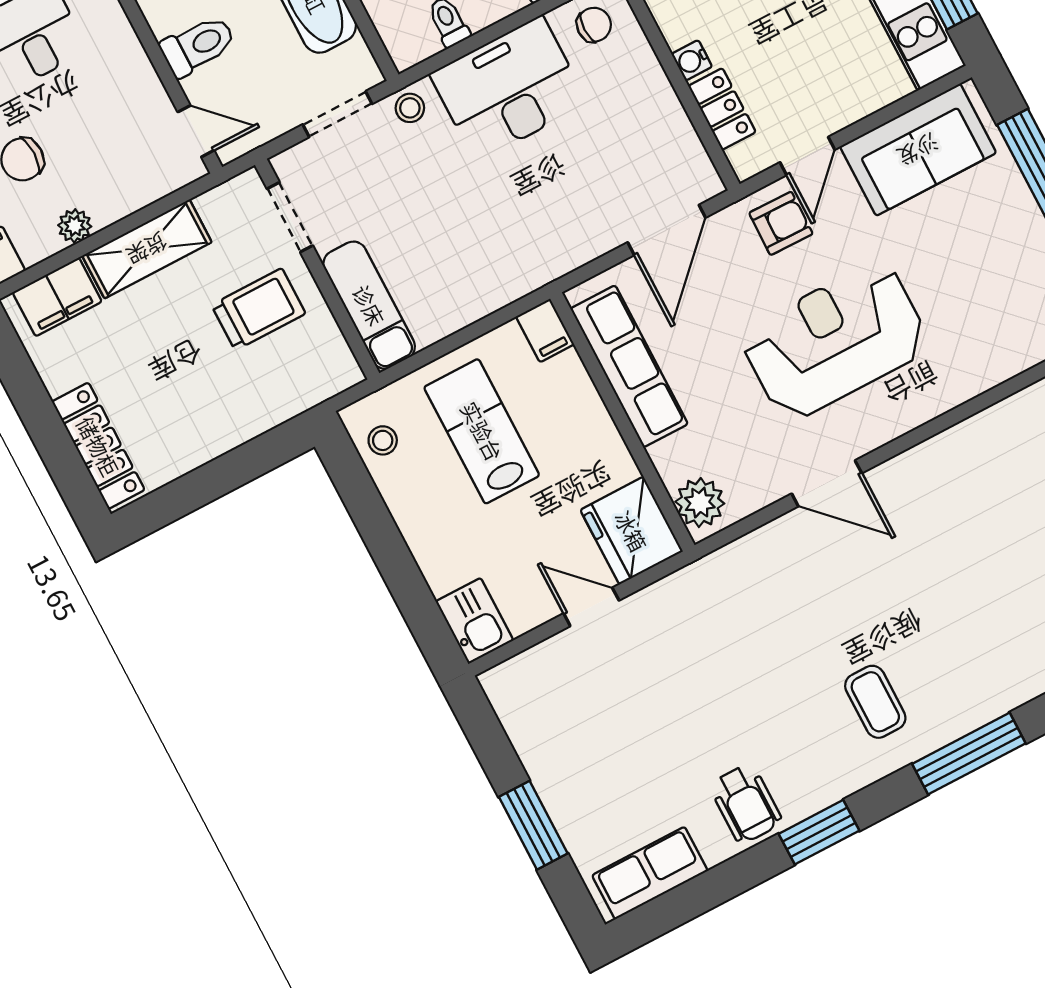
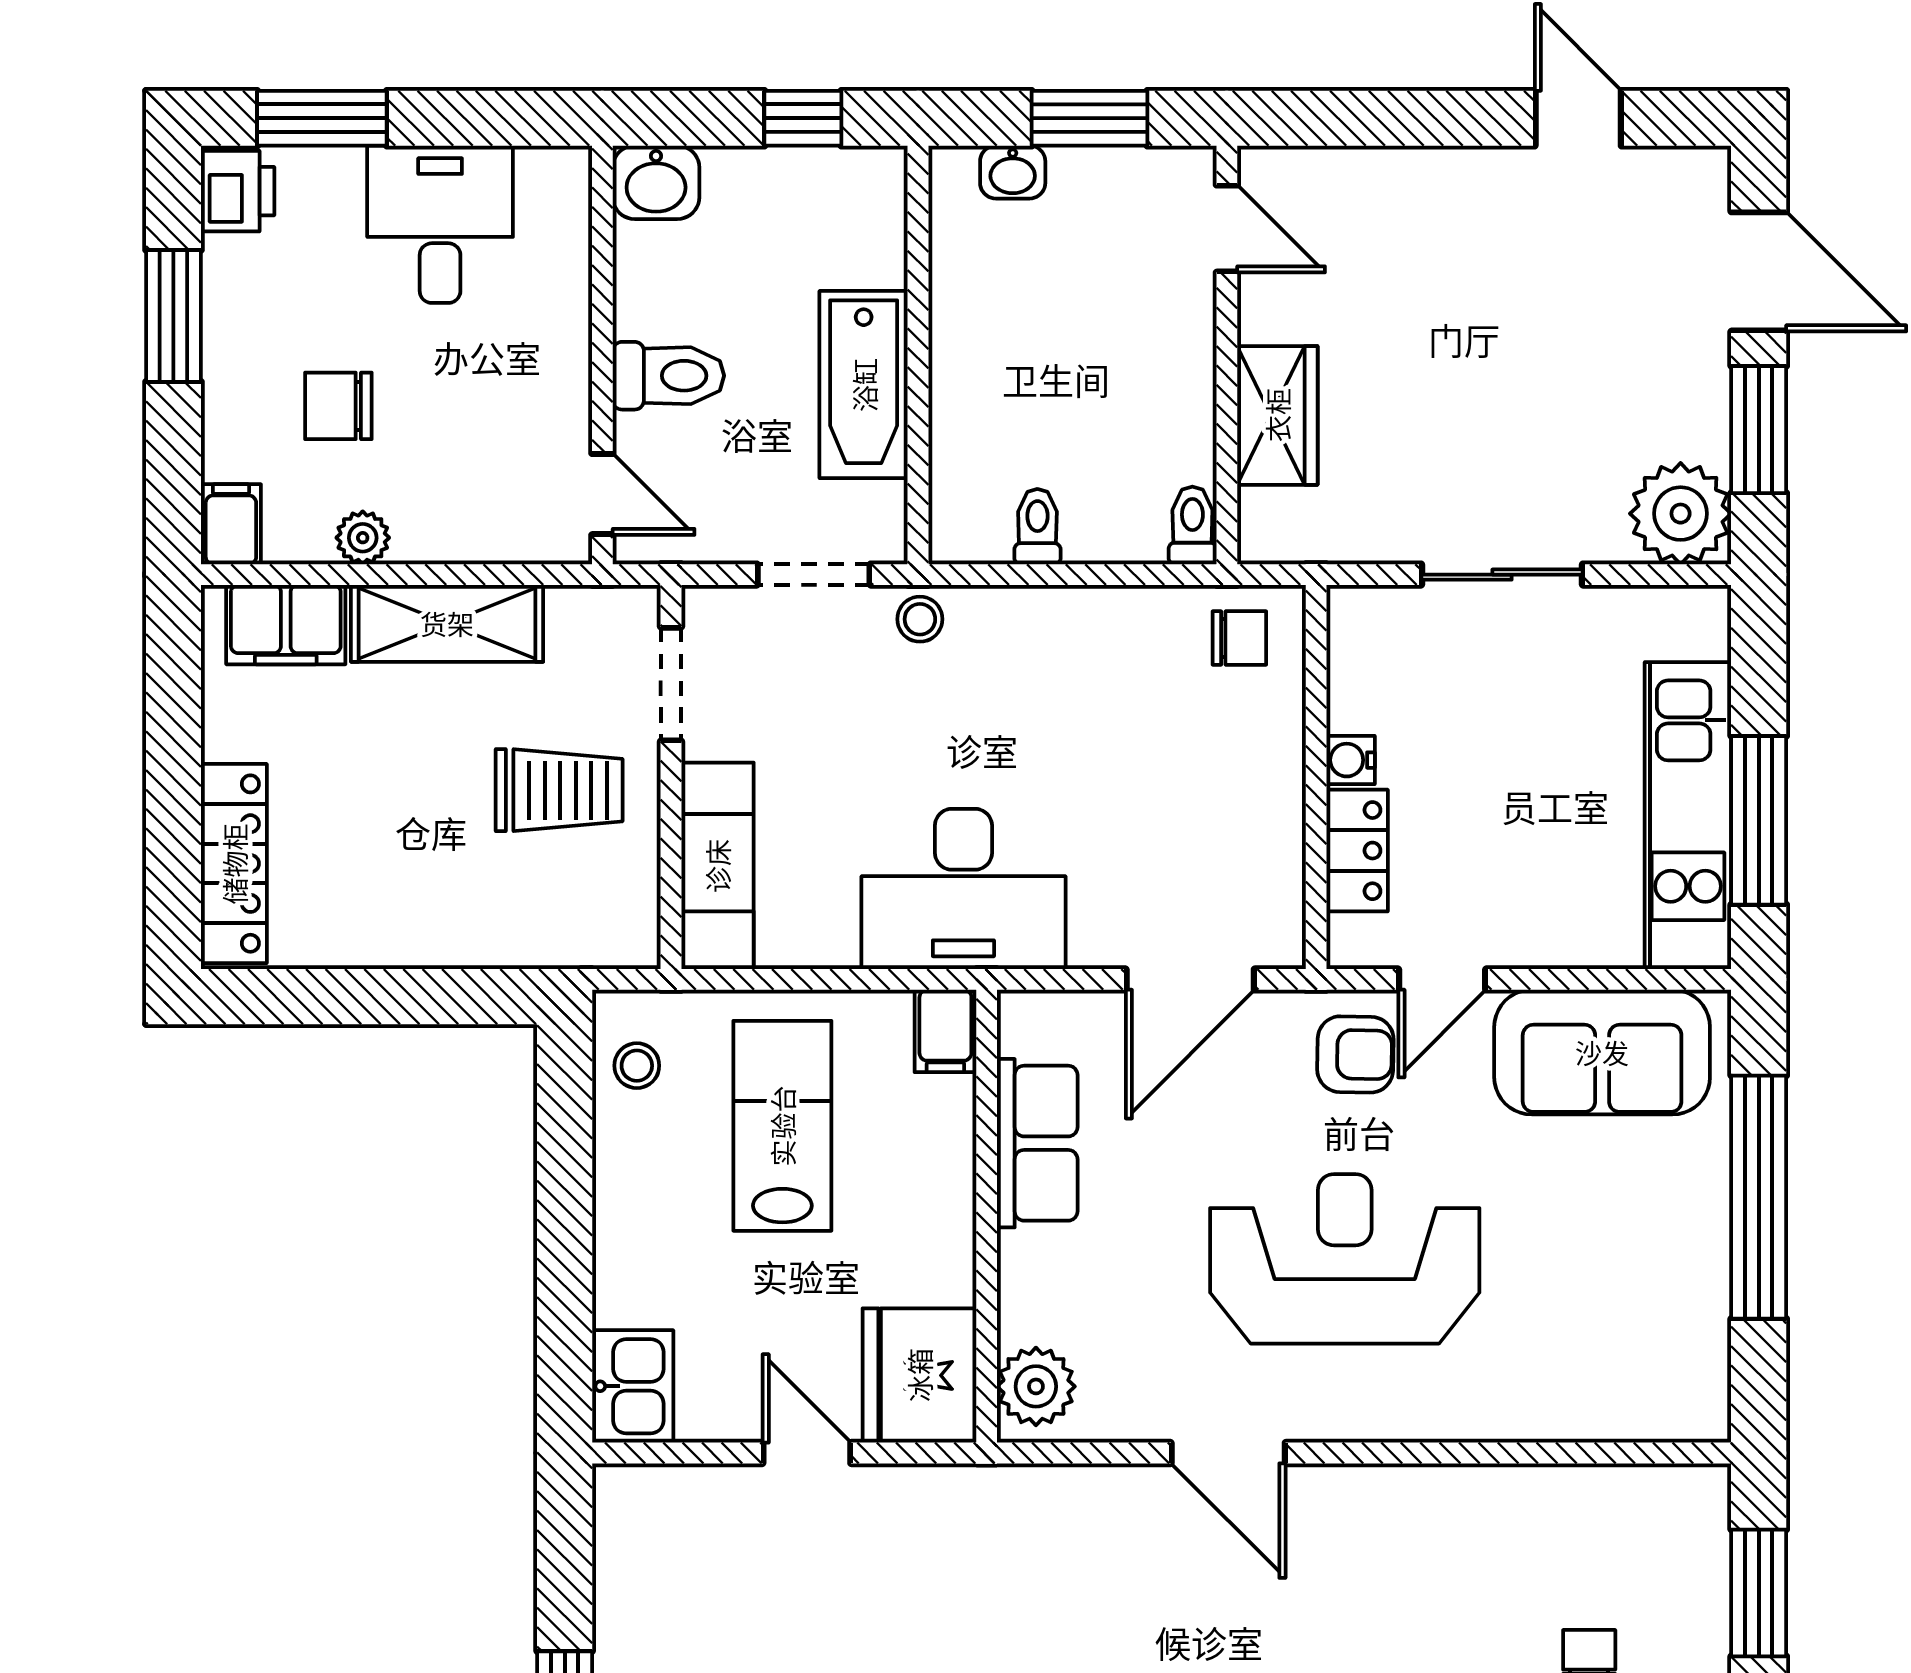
desk: (509, 89) -> (963, 889), moved, turned 180
row of seats: (629, 366) -> (1037, 1143), width x0.68

